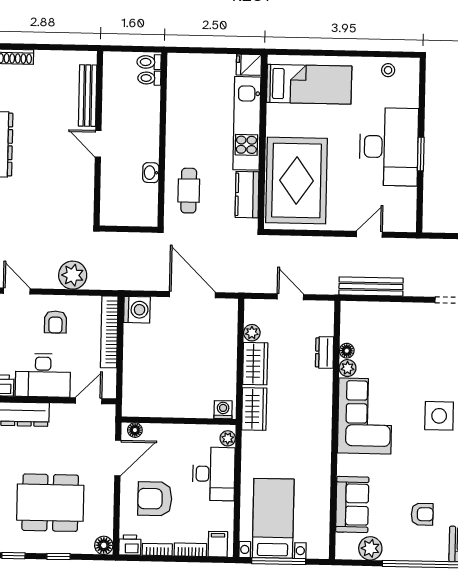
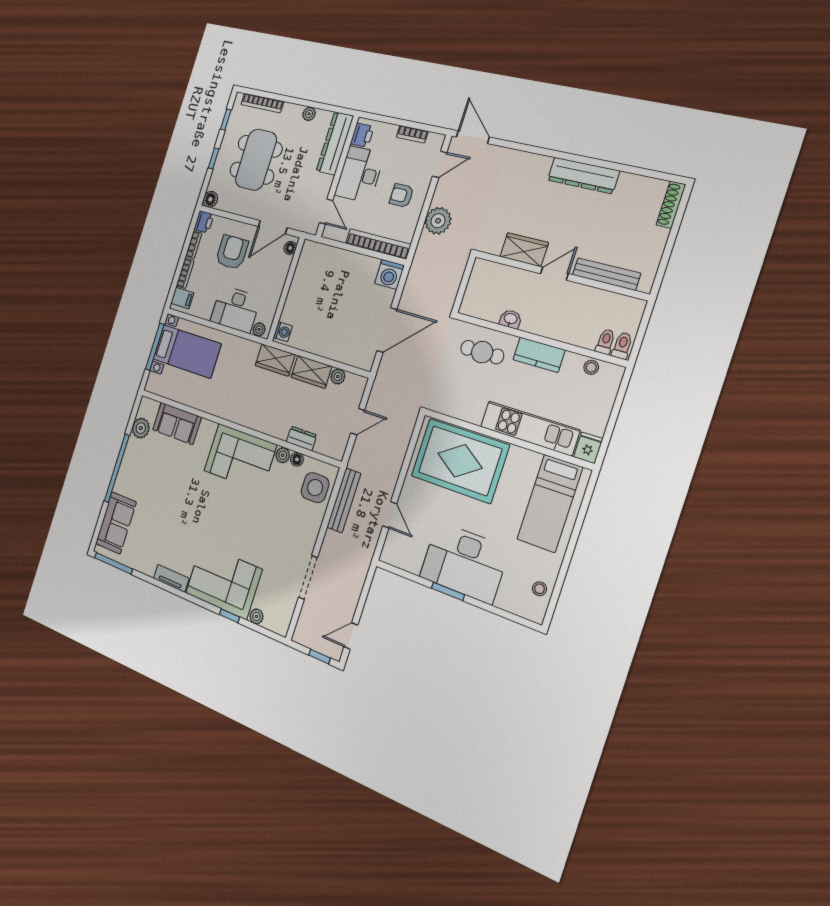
stool: (176, 84) -> (591, 367), added
wardrobe: (82, 180) -> (524, 250), added
kitchen counter: (247, 195) -> (539, 355), moved, turned 180
side table: (439, 416) -> (315, 488), moved
door: (118, 458) -> (273, 227), hinge flipped
armchair: (422, 514) -> (152, 482), removed

